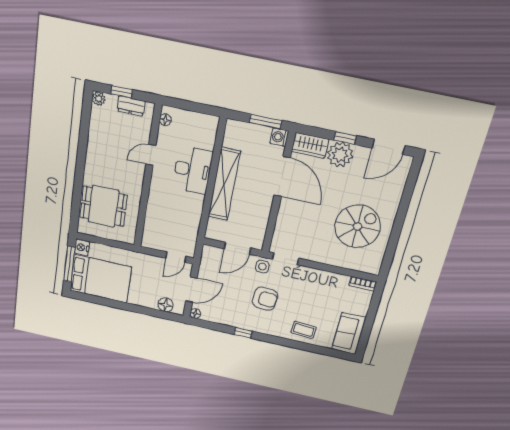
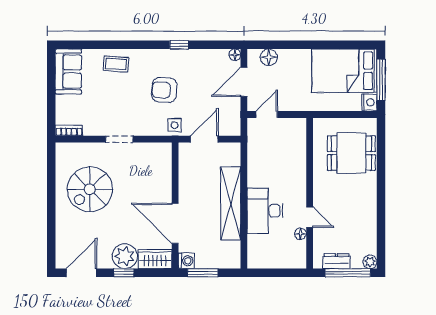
window: (122, 92) -> (348, 273), width x2.17
floor lamp: (165, 120) -> (300, 234), moved
door: (151, 155) -> (310, 217), hinge flipped
doorway: (286, 259) -> (119, 139), moved

